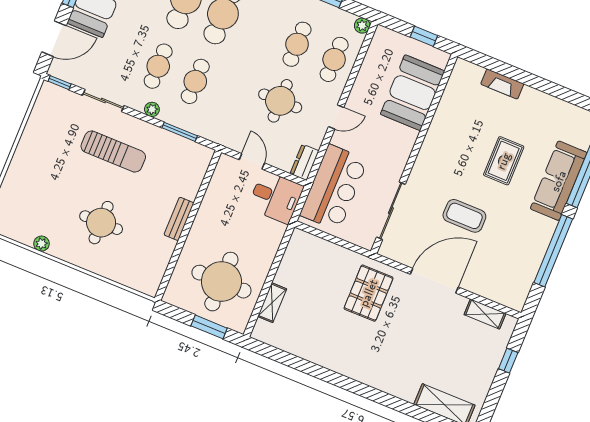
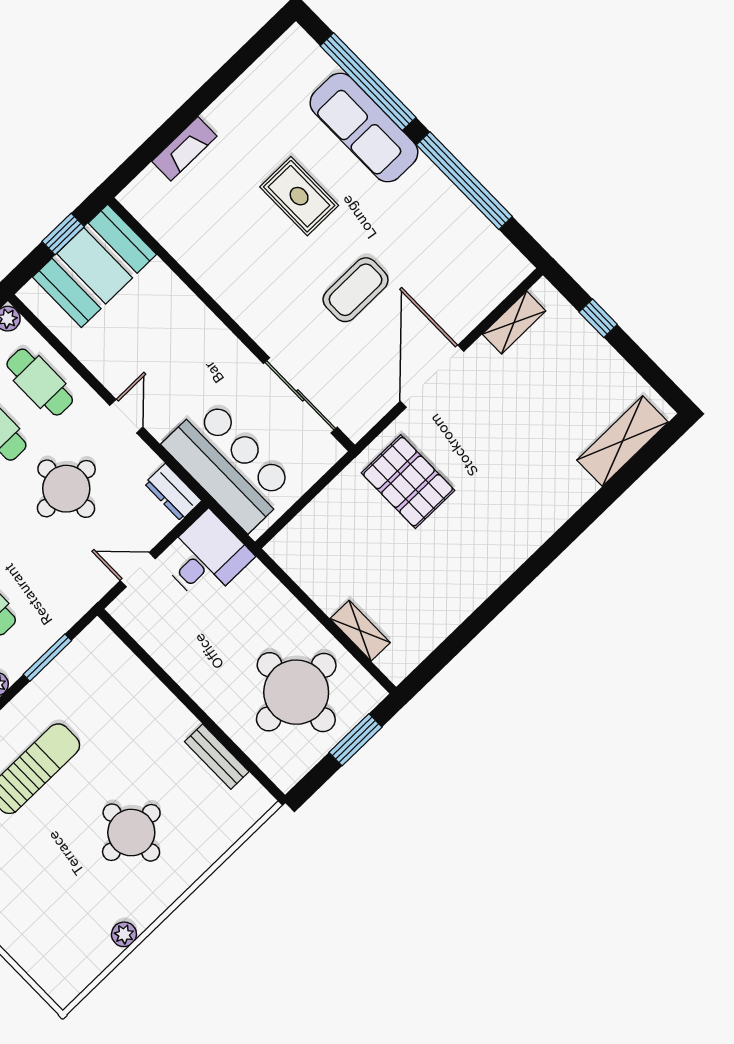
booth: (413, 93) -> (95, 266), moved, turned 90
bench: (179, 219) -> (217, 757), moved

